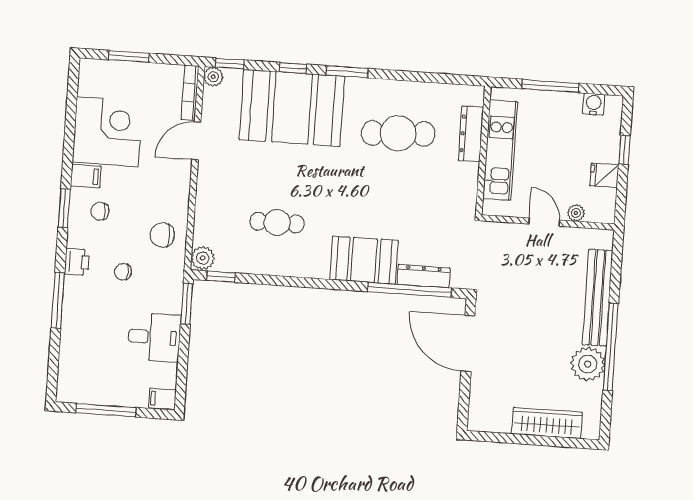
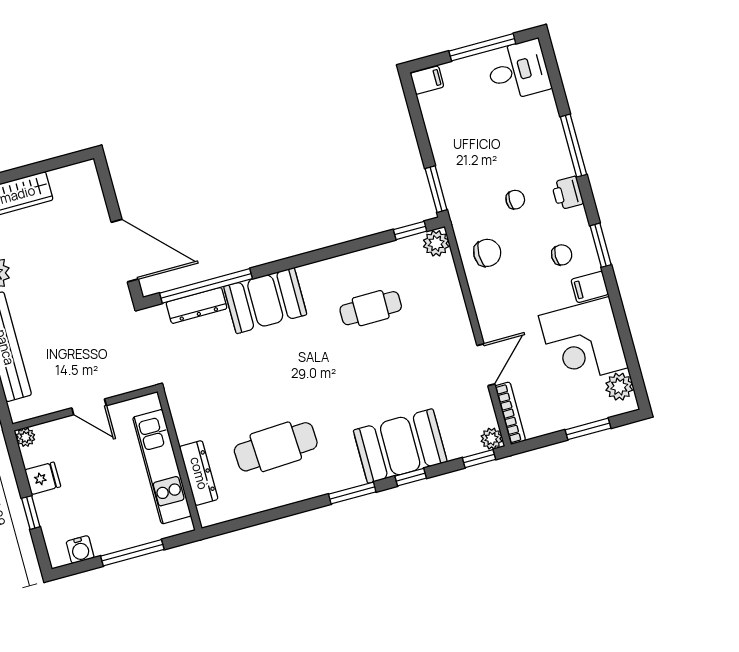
plant: (90, 83) -> (619, 387), added
booth: (292, 108) -> (400, 446), width x0.73, depth x0.70
plant: (576, 213) -> (25, 437), moved
desk: (154, 337) -> (518, 70), moved, turned 180

